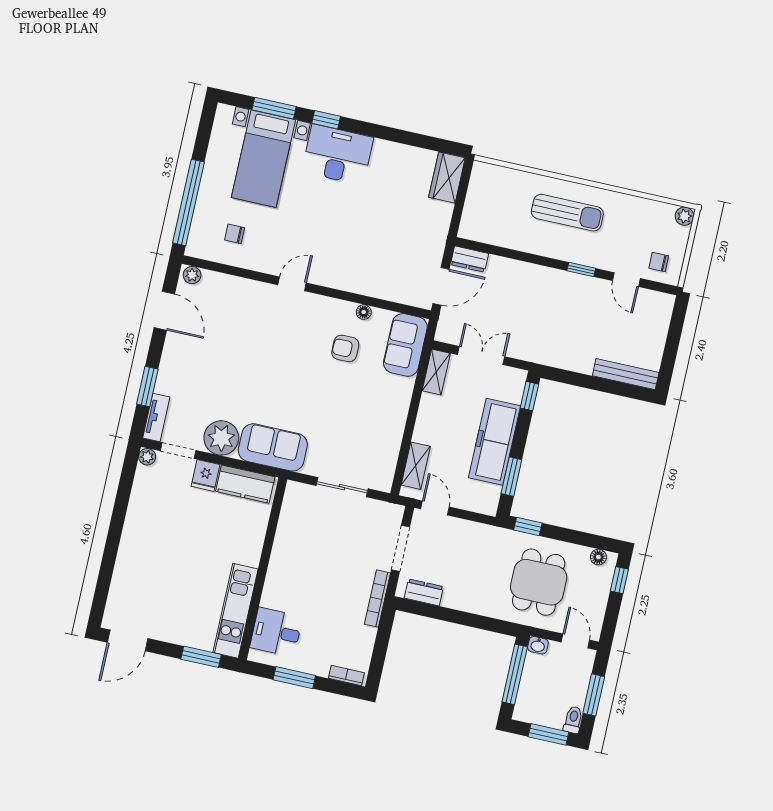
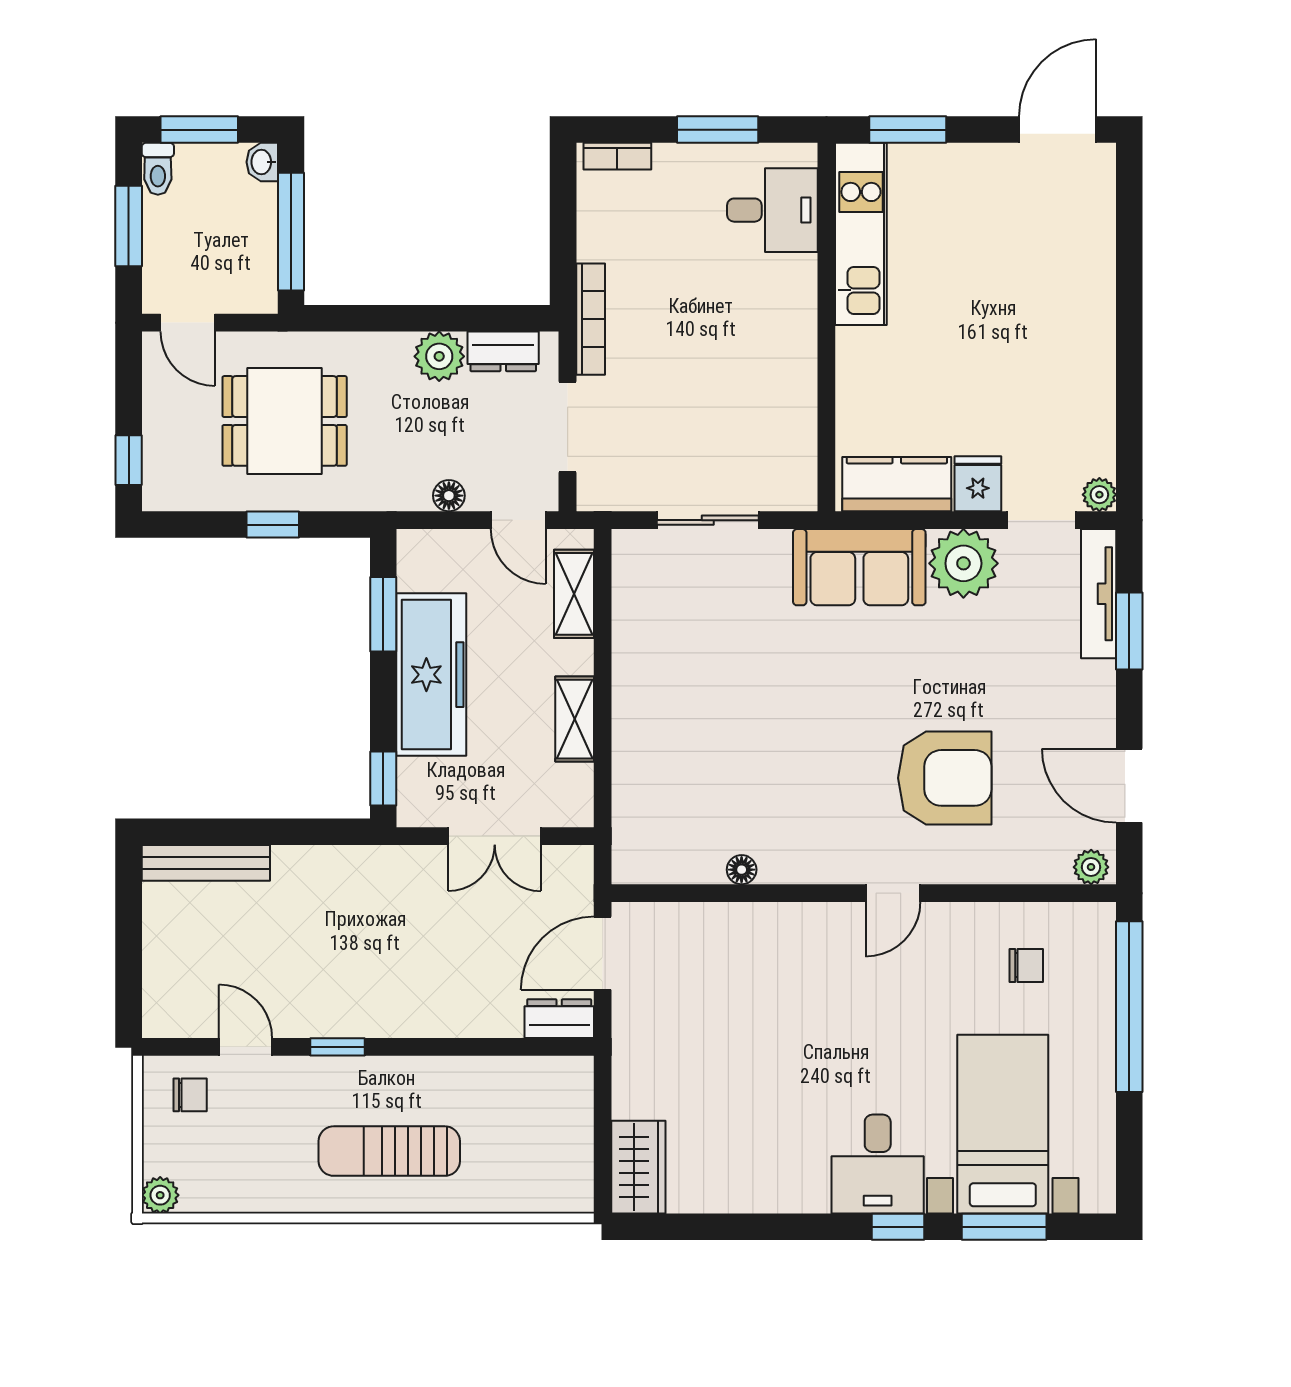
desk: (338, 155) -> (878, 1164), width x0.73
sofa: (405, 345) -> (646, 824), removed
armchair: (345, 348) -> (945, 778), moved, width x1.88, depth x1.88
shelving: (436, 372) -> (575, 719), moved
tv unit: (156, 417) -> (1099, 594), width x1.41
window: (528, 526) -> (273, 525), moved
floor lamp: (598, 557) -> (449, 496), moved
dining table: (539, 582) -> (285, 421), turned 90
plant: (456, 597) -> (439, 356), added
washbasin: (538, 645) -> (262, 162), moved, turned -90

